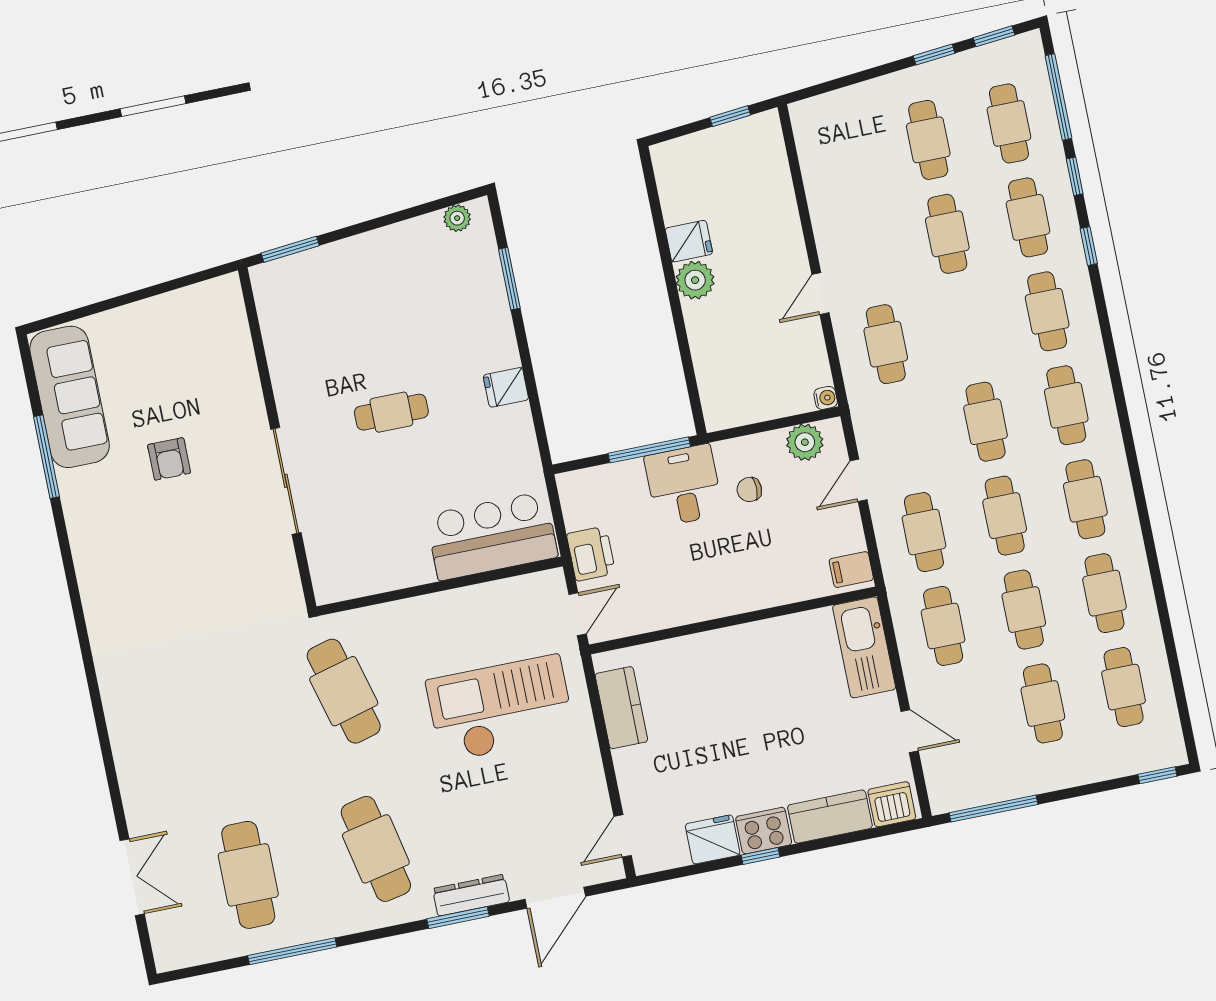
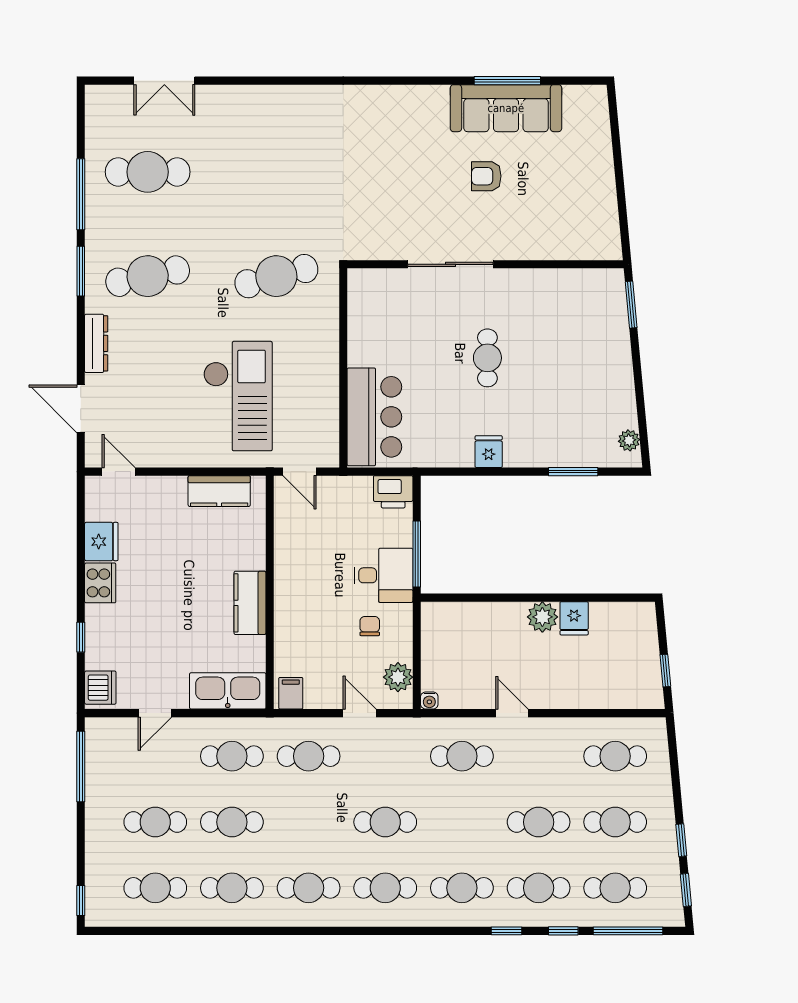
sofa: (70, 397) -> (506, 108), moved
cafe table: (1005, 516) -> (615, 756), moved
printer: (591, 554) -> (393, 492), moved
kitchen counter: (830, 817) -> (250, 603), moved, turned 180
window: (760, 856) -> (81, 637), moved
window: (458, 918) -> (81, 271), moved

